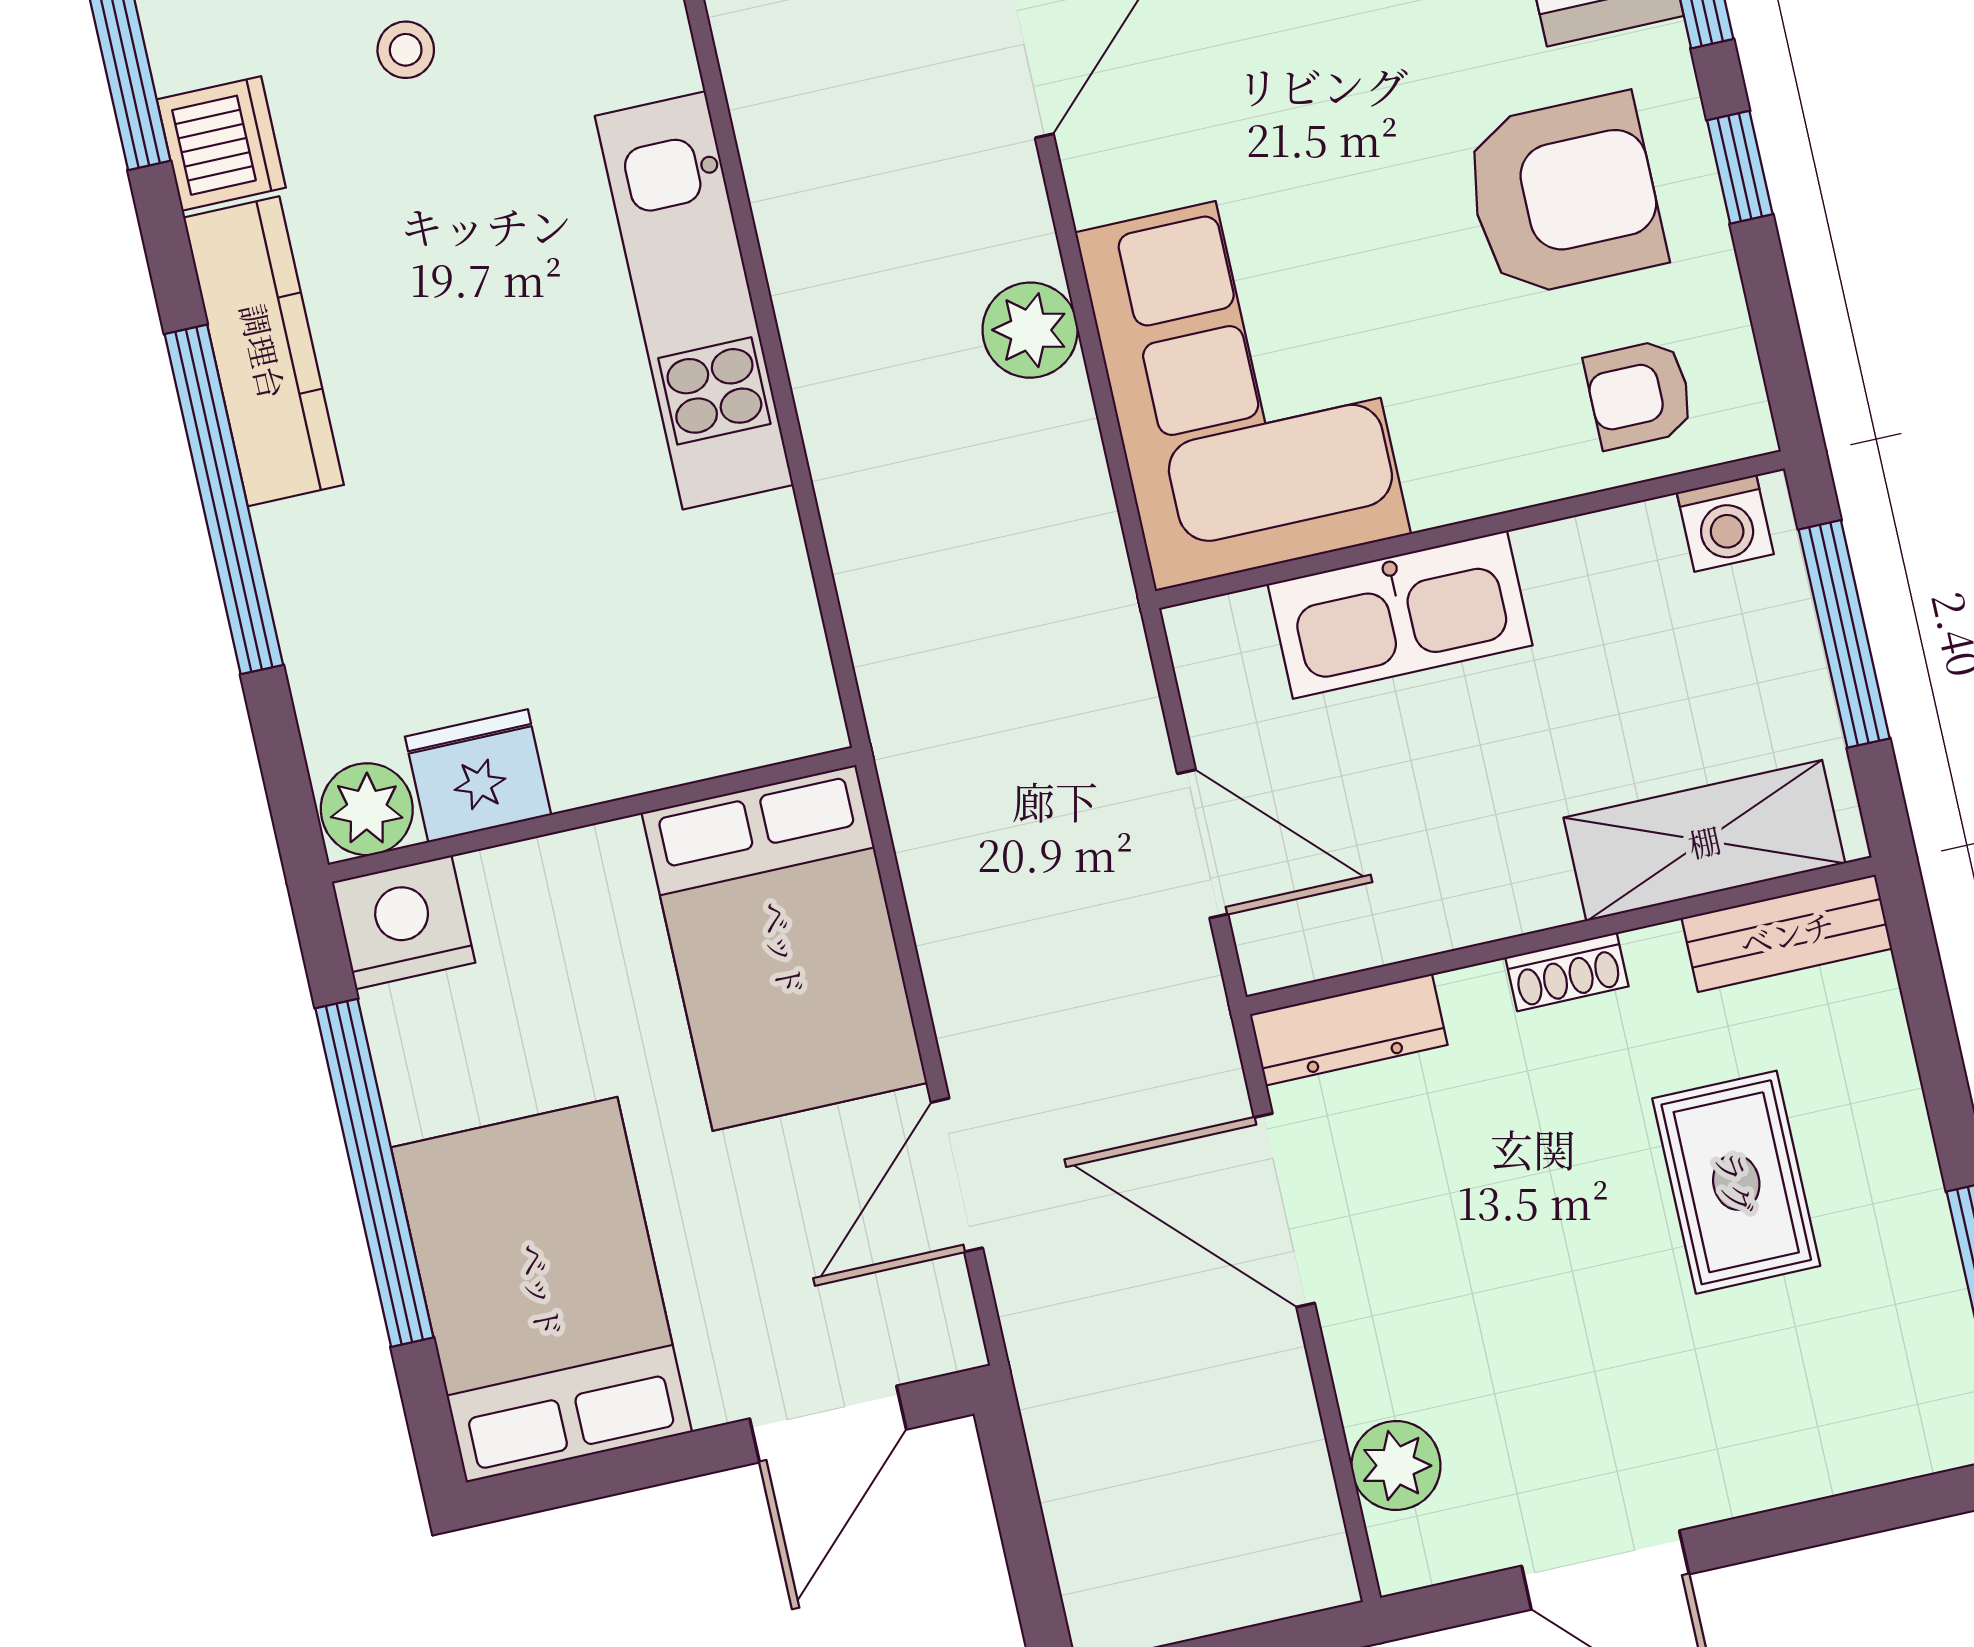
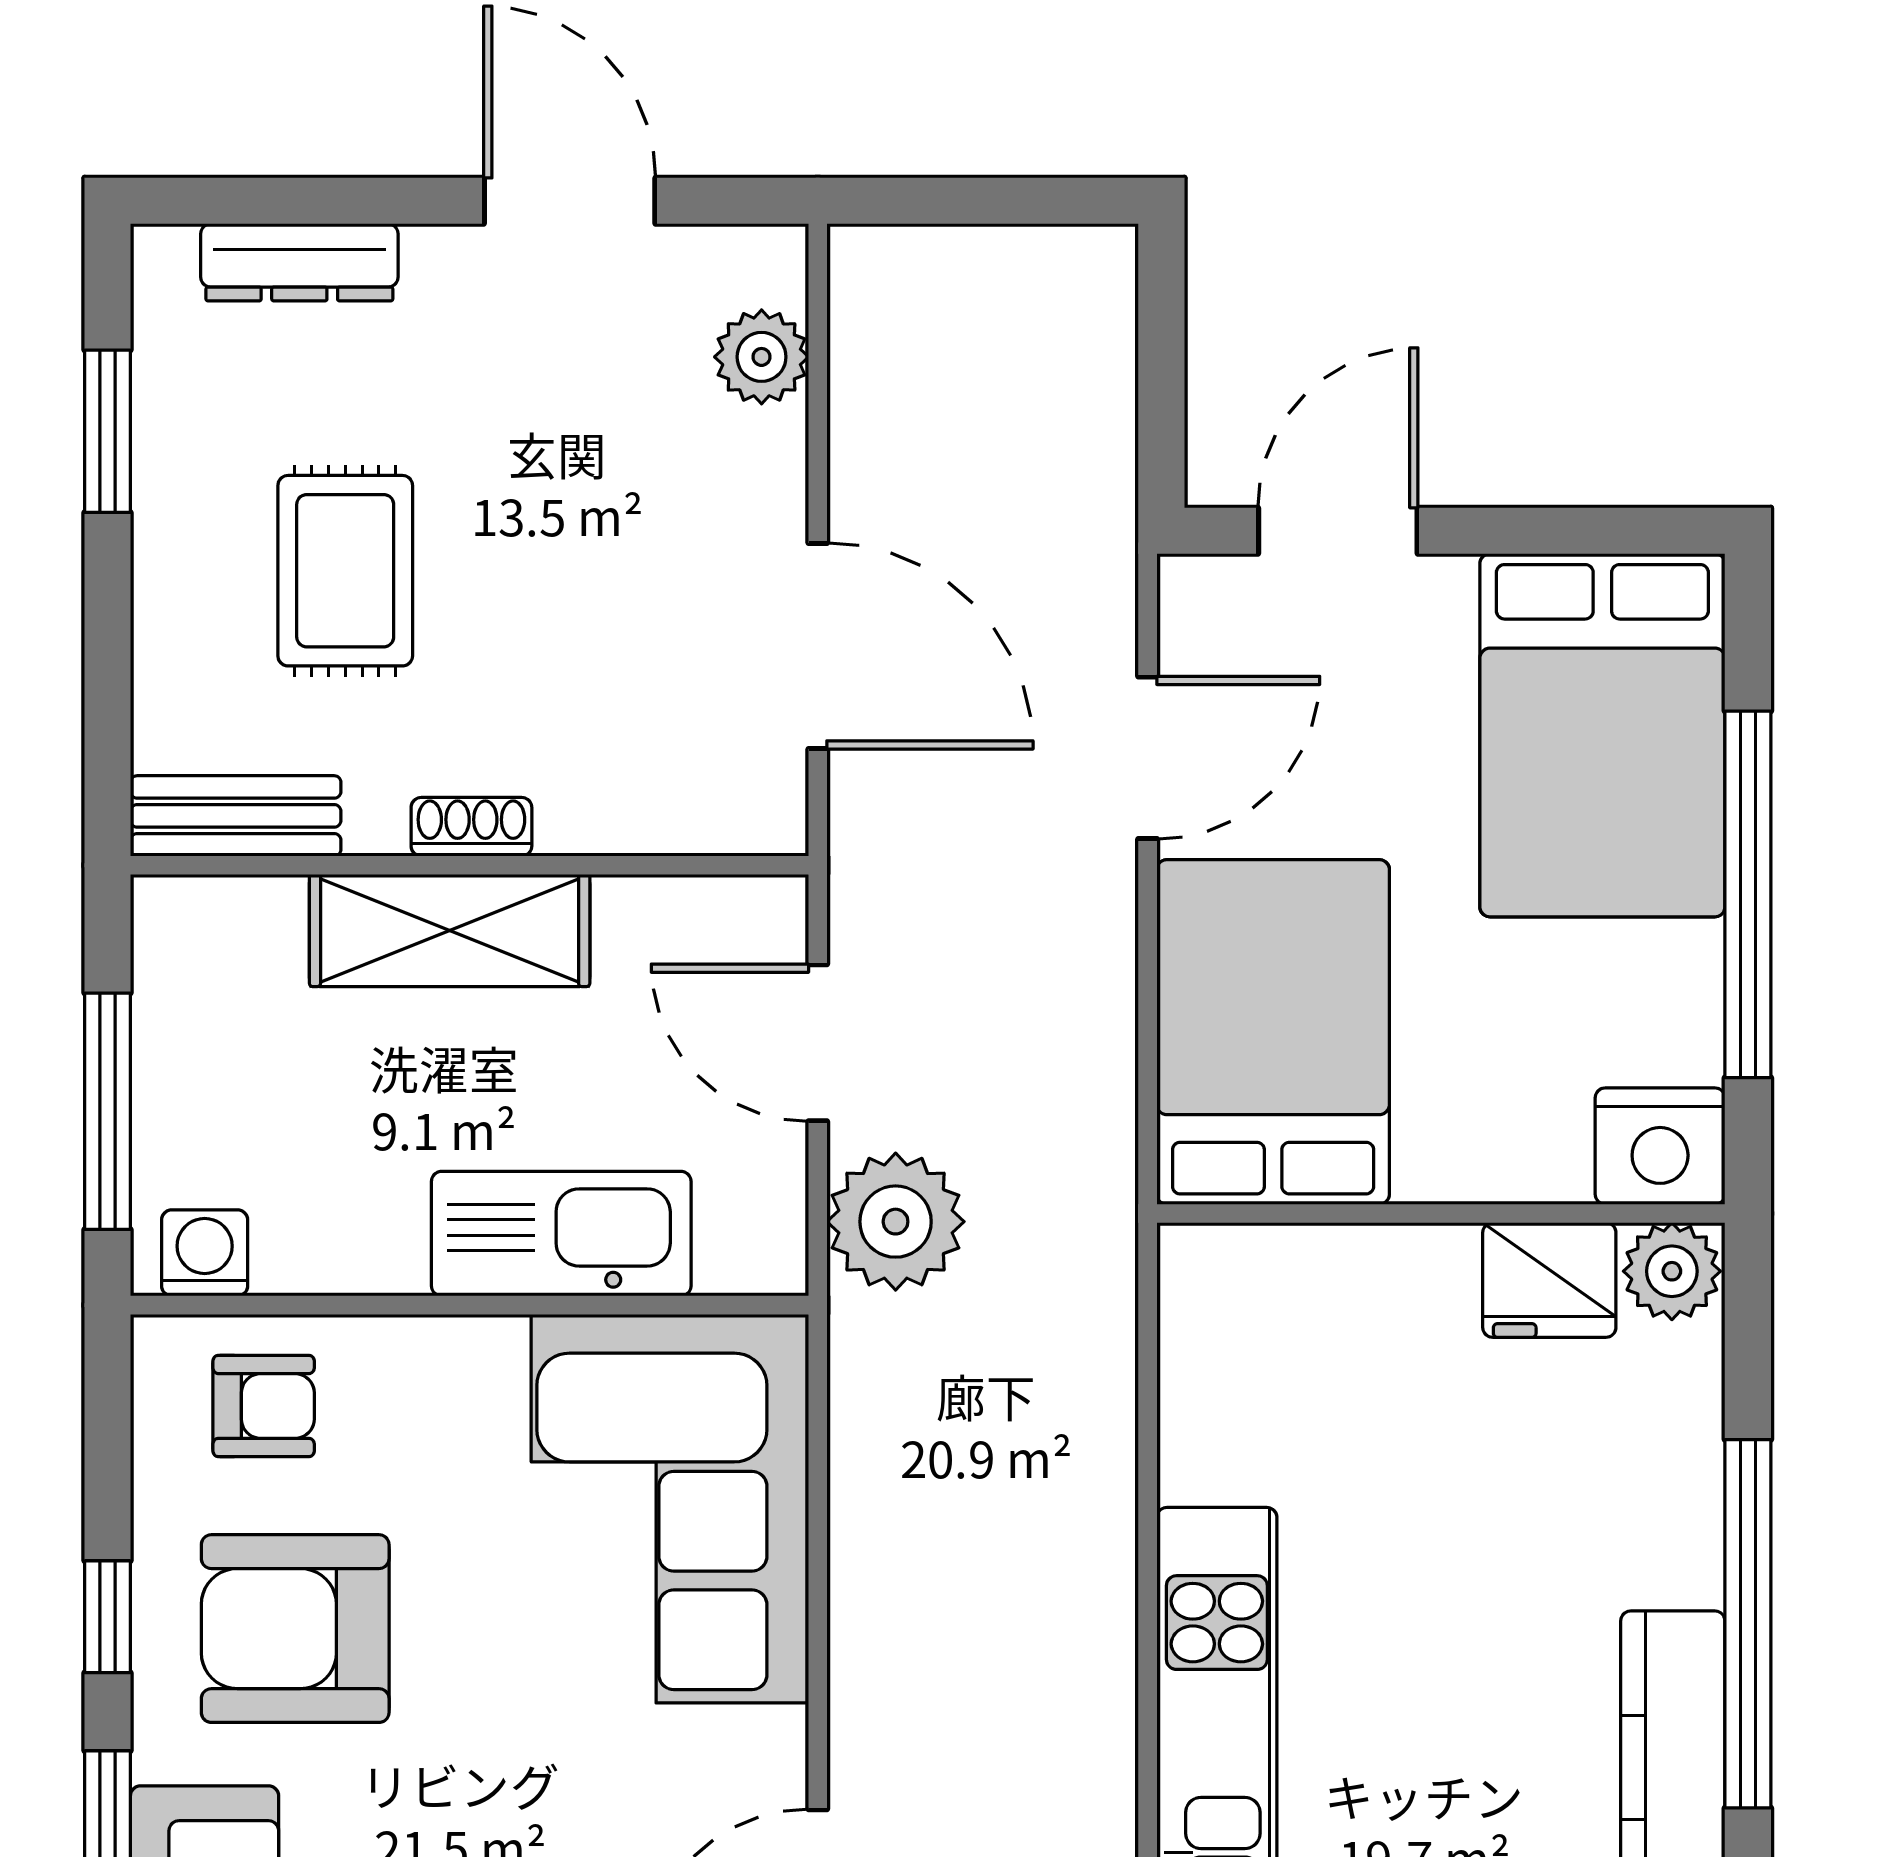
plant: (1030, 330) -> (896, 1222), moved, width x1.36, depth x1.36
shelving: (1704, 841) -> (450, 930), moved
dresser: (1349, 1030) -> (299, 262), moved, turned 180

